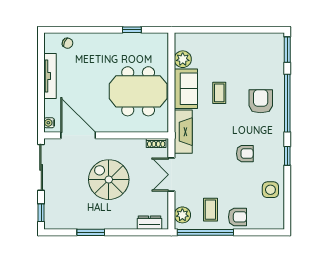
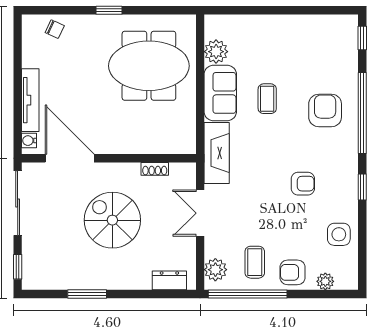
window: (132, 30) -> (109, 10), moved
window: (287, 50) -> (362, 38), width x0.67
tv unit: (50, 76) -> (30, 100), moved
meeting table: (138, 91) -> (149, 66), moved
shoe rack: (156, 143) -> (155, 169), moved
armchair: (237, 217) -> (293, 272), turned 180
plant: (261, 223) -> (325, 281), added

